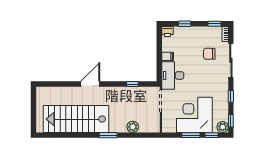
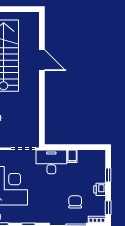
printer: (167, 31) -> (100, 189), moved
door: (90, 84) -> (42, 60), moved
window: (132, 84) -> (42, 118), removed

